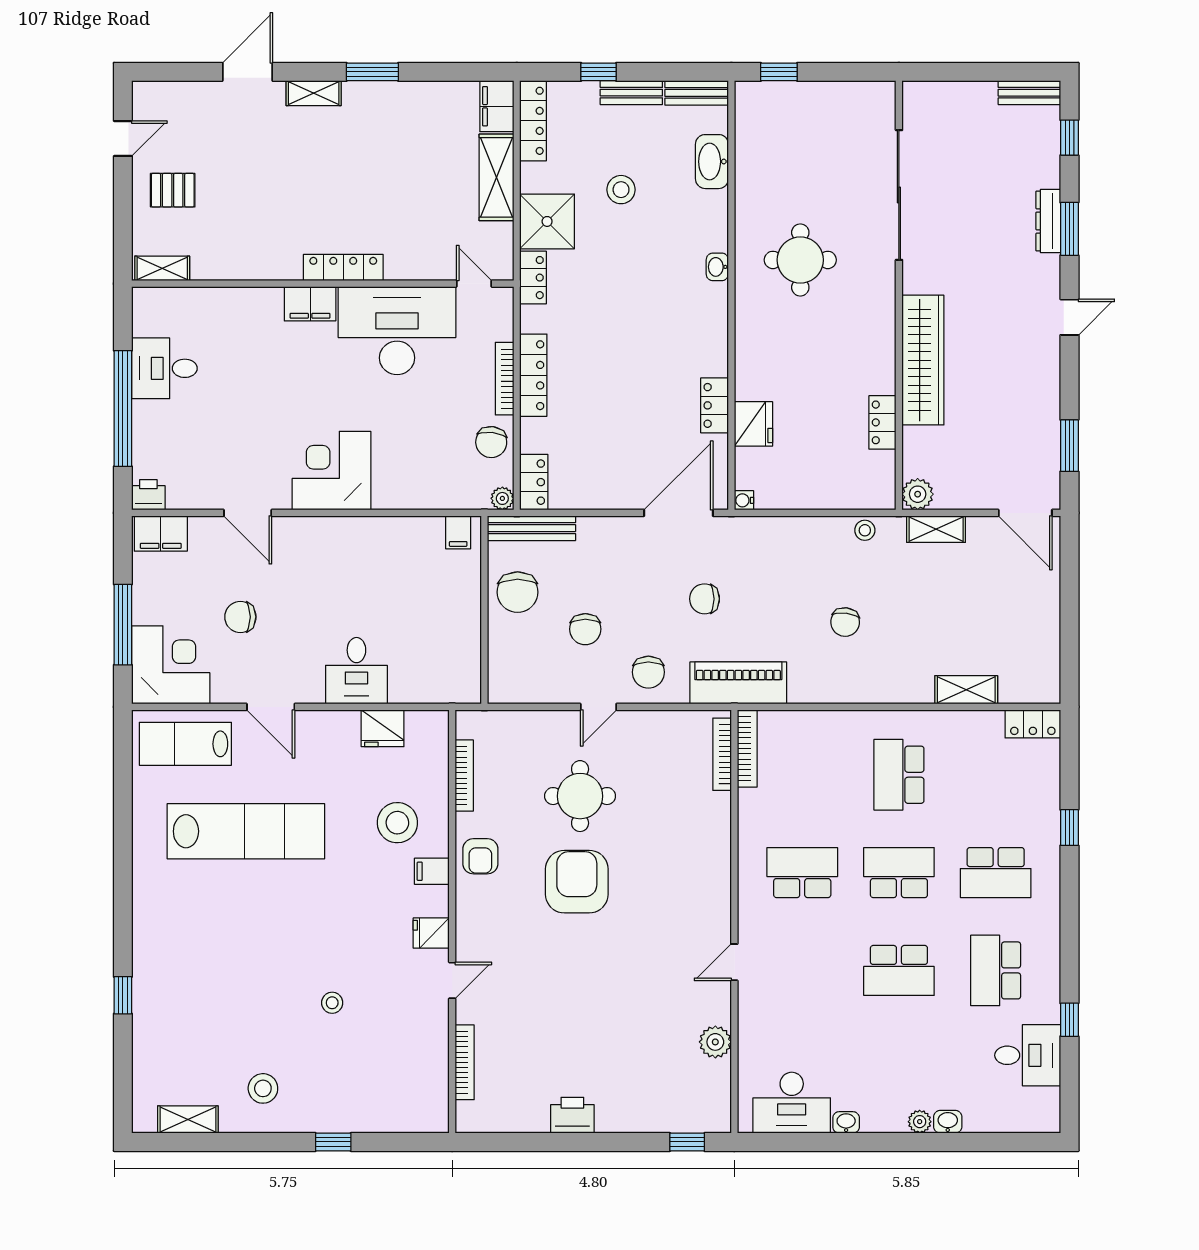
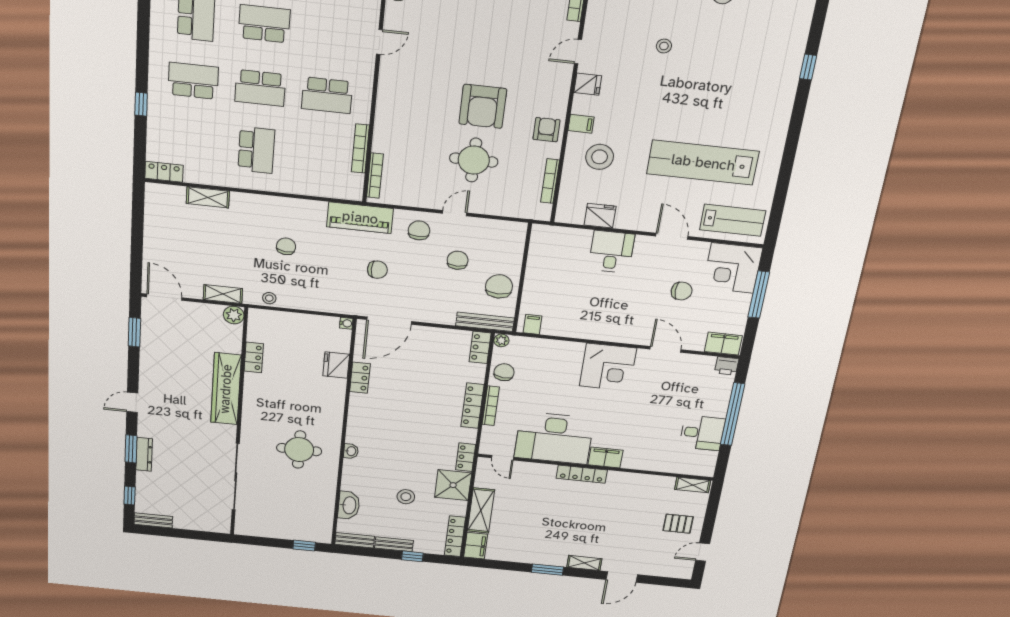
bookcase: (747, 749) -> (360, 149), moved

